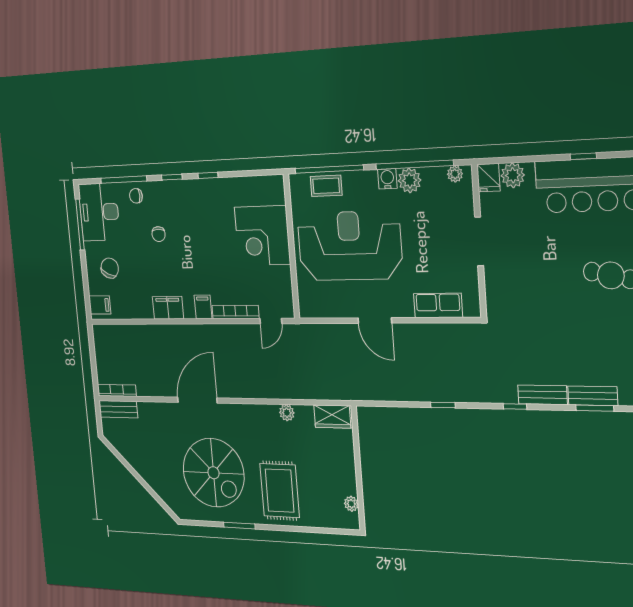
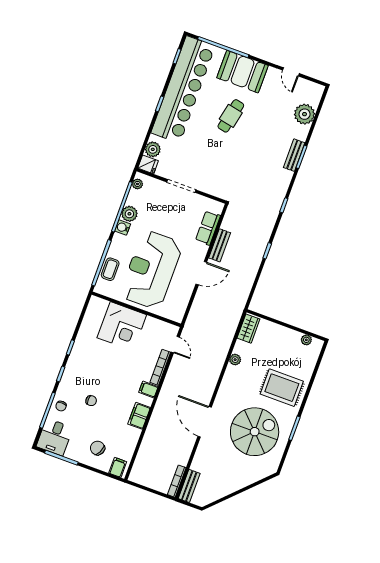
desk: (99, 212) -> (55, 437), width x0.73
bench: (542, 395) -> (220, 245), moved

